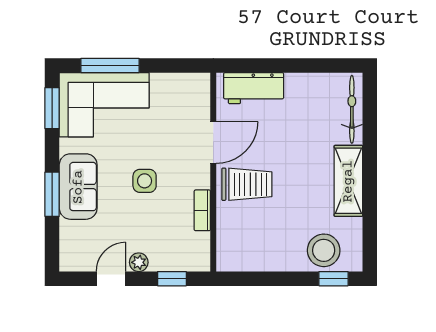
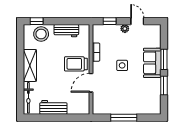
window: (110, 66) -> (124, 118), moved
workbench: (254, 88) -> (53, 107), moved
corner sofa: (104, 105) -> (140, 100), removed
window: (52, 108) -> (164, 85), moved
workbench: (268, 258) -> (66, 31), added
door: (111, 279) -> (137, 21), swing flipped

